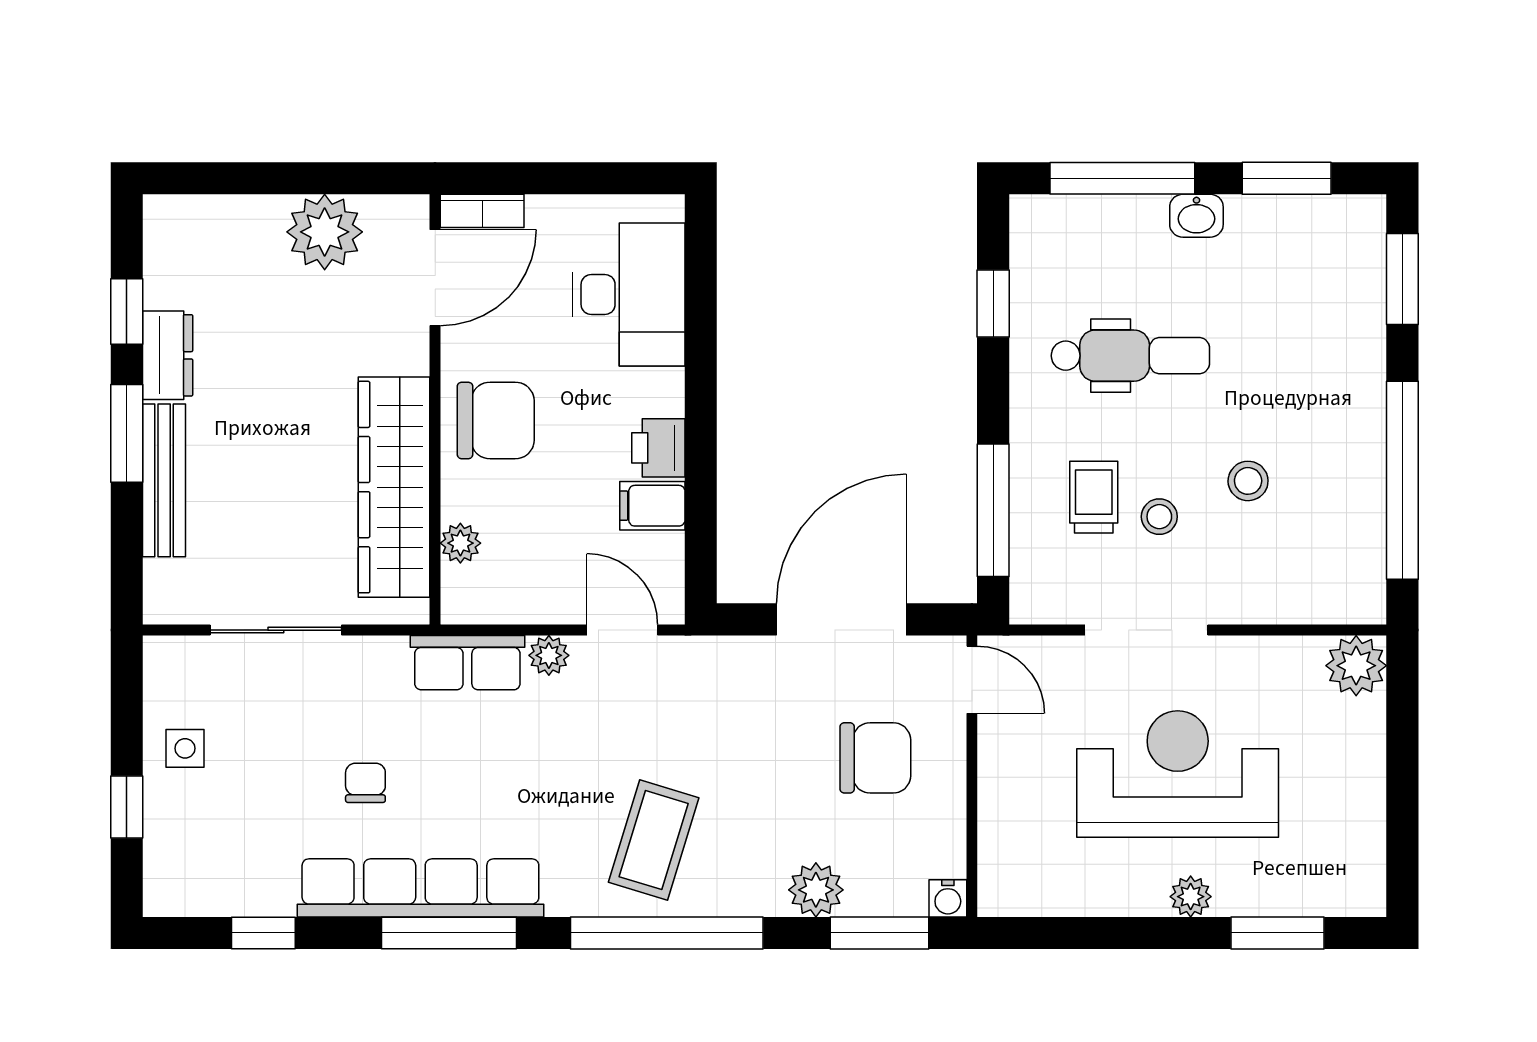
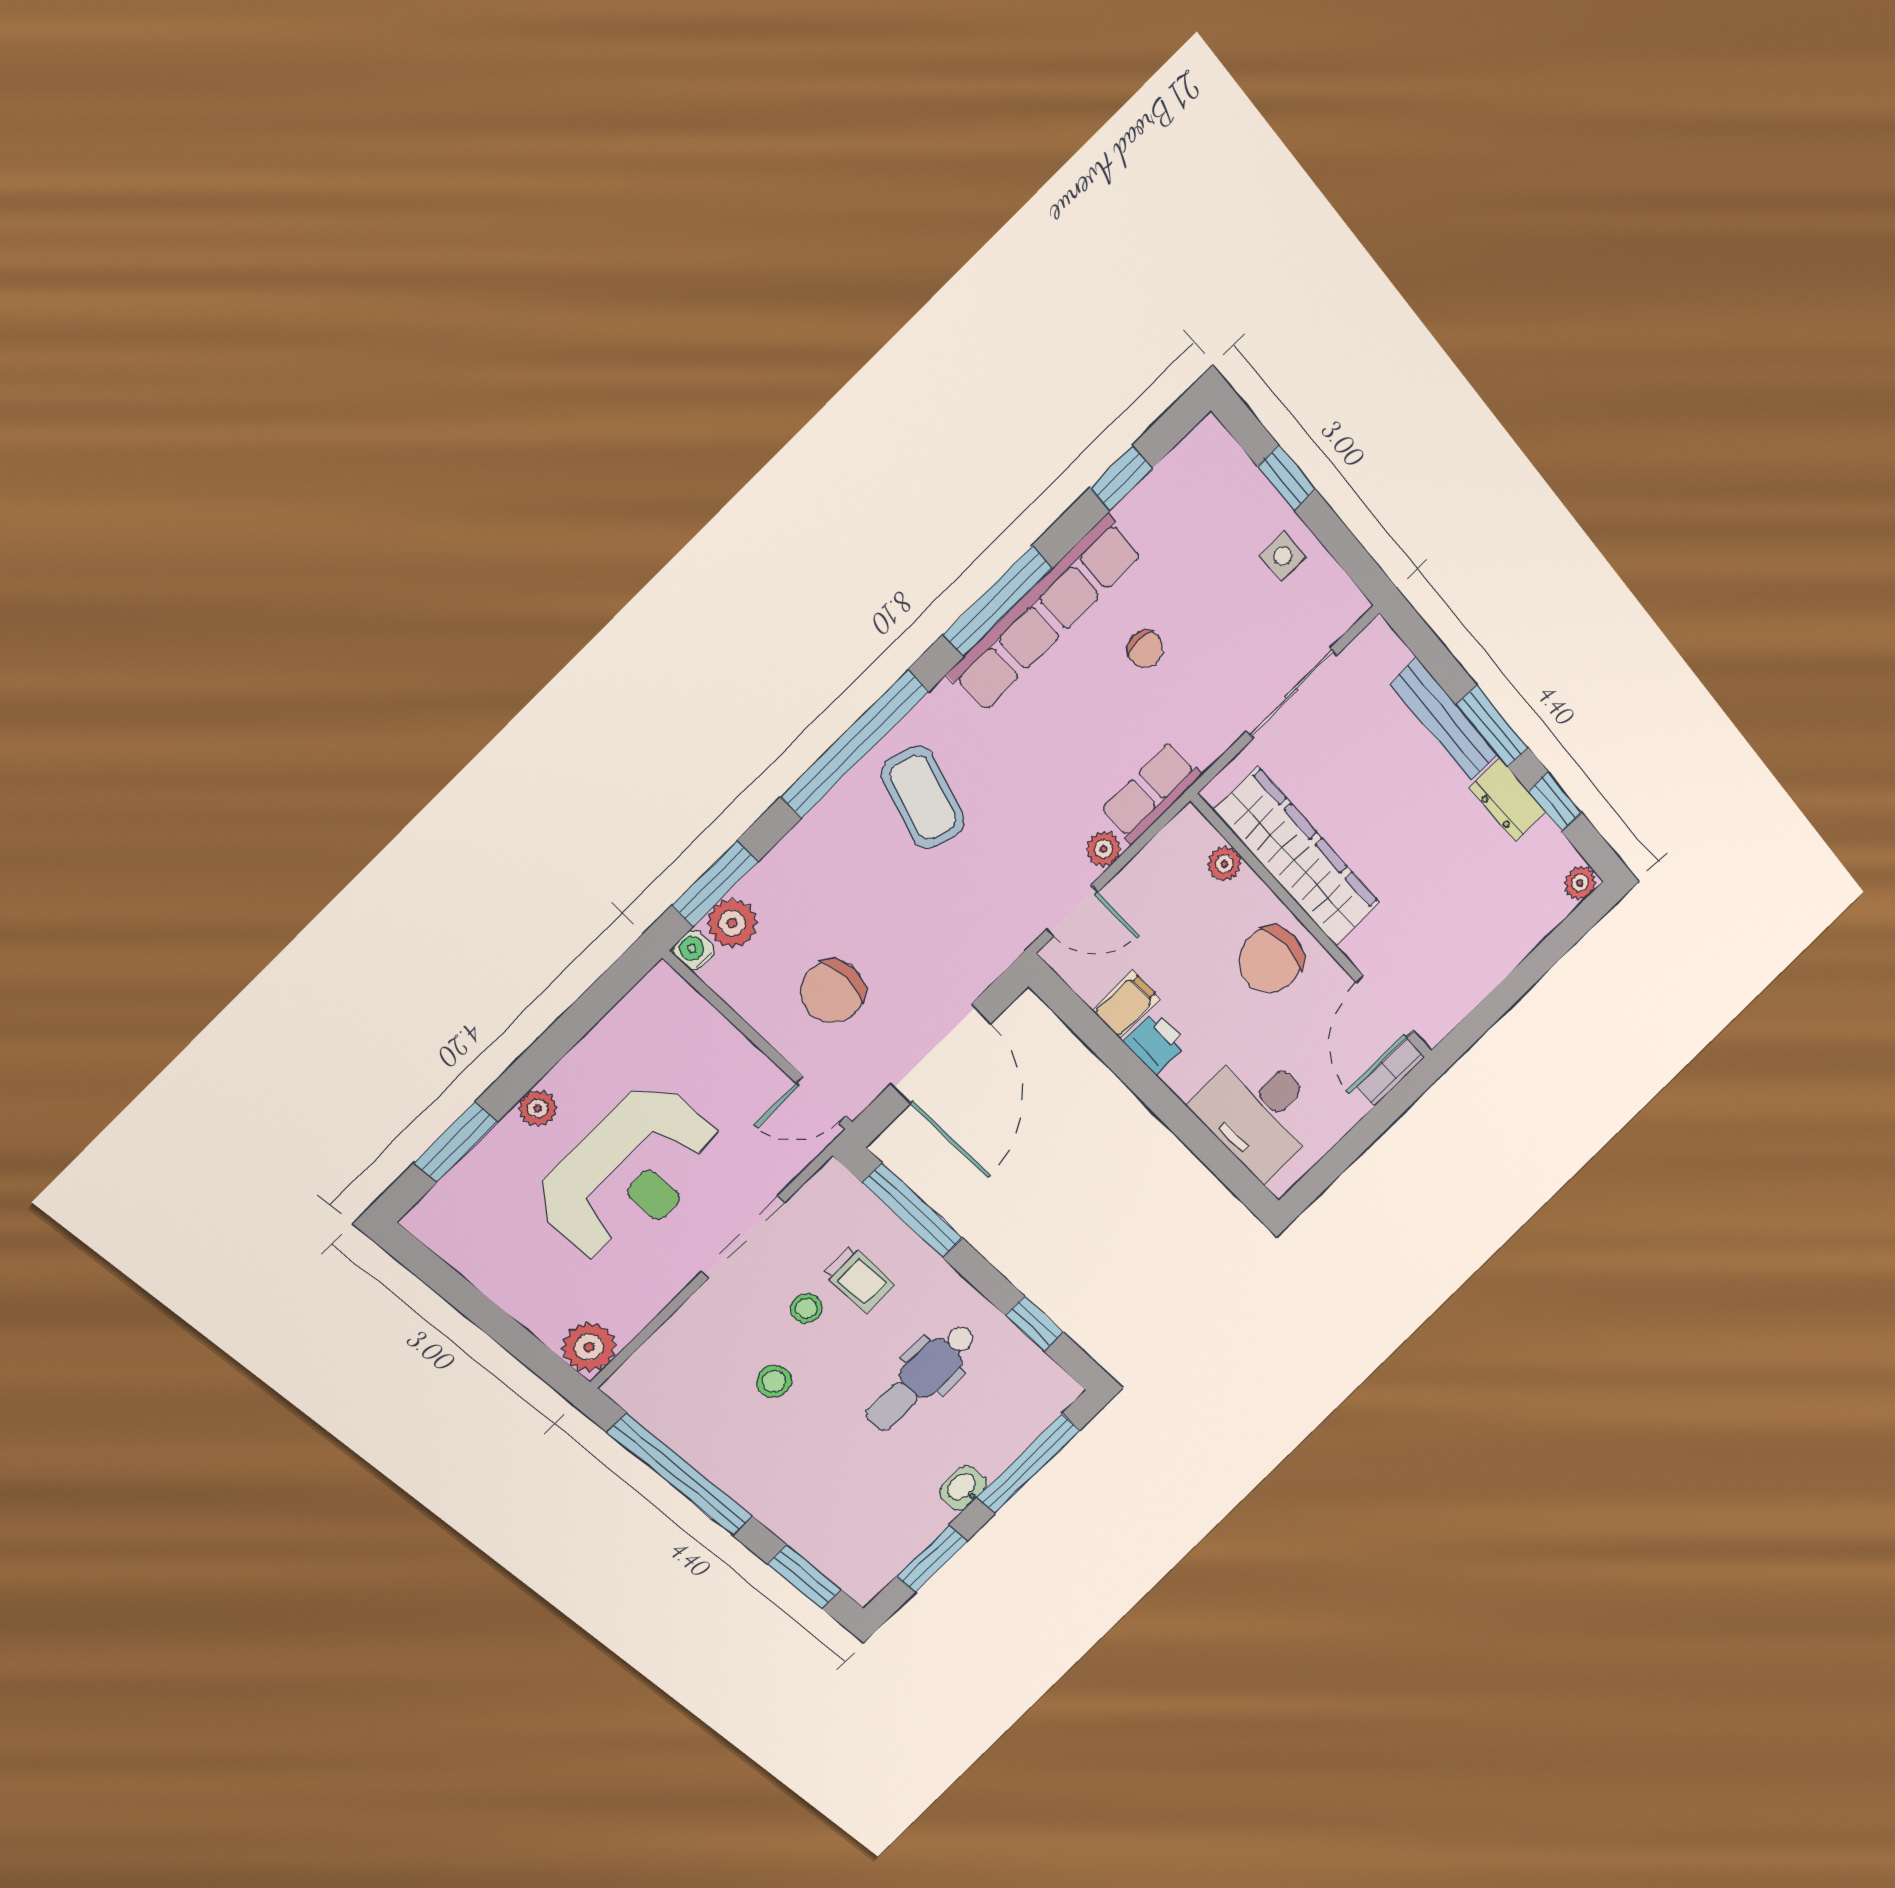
plant: (325, 232) -> (1580, 883), moved, width x0.53, depth x0.53
plant: (816, 890) -> (732, 923), moved

